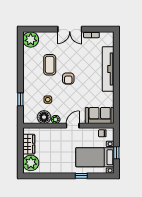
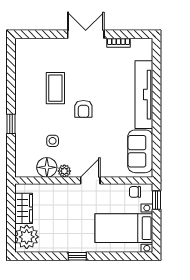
double door: (70, 29) -> (86, 34), swing flipped
plant: (31, 39) -> (27, 50), removed
window: (20, 99) -> (11, 124), moved
sofa: (100, 115) -> (140, 151), moved, turned -90
window: (116, 153) -> (156, 200), moved
window: (81, 176) -> (77, 256), moved

